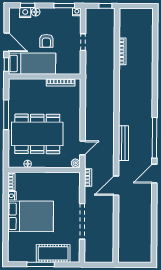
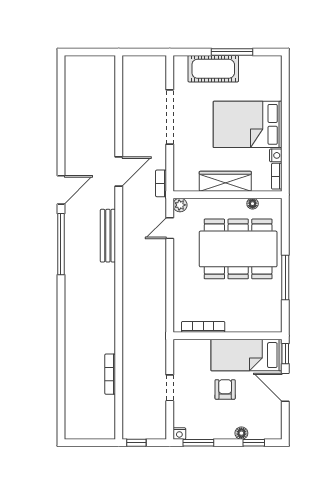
nightstand: (25, 13) -> (257, 432), removed
wardrobe: (46, 179) -> (225, 181), added

